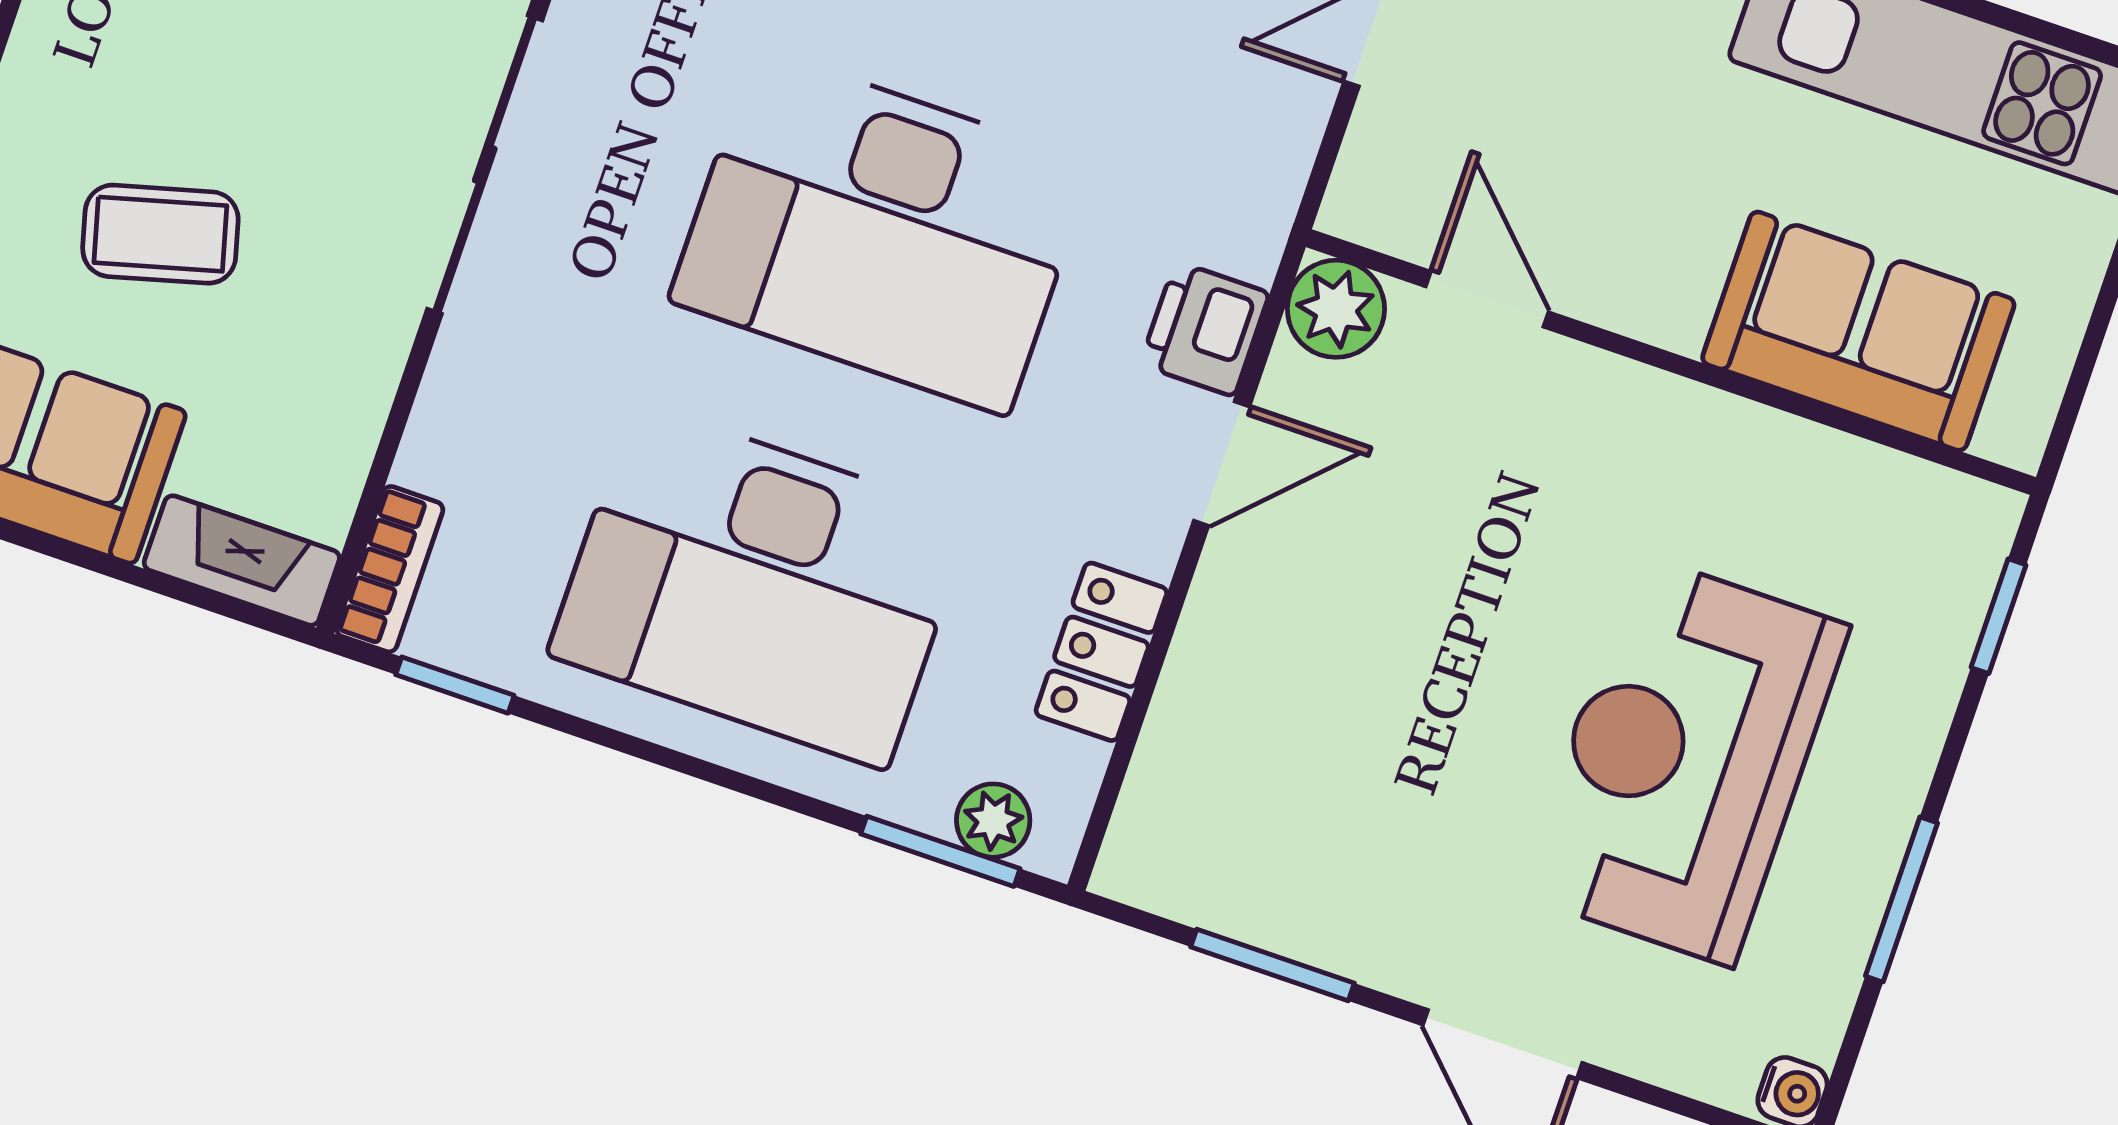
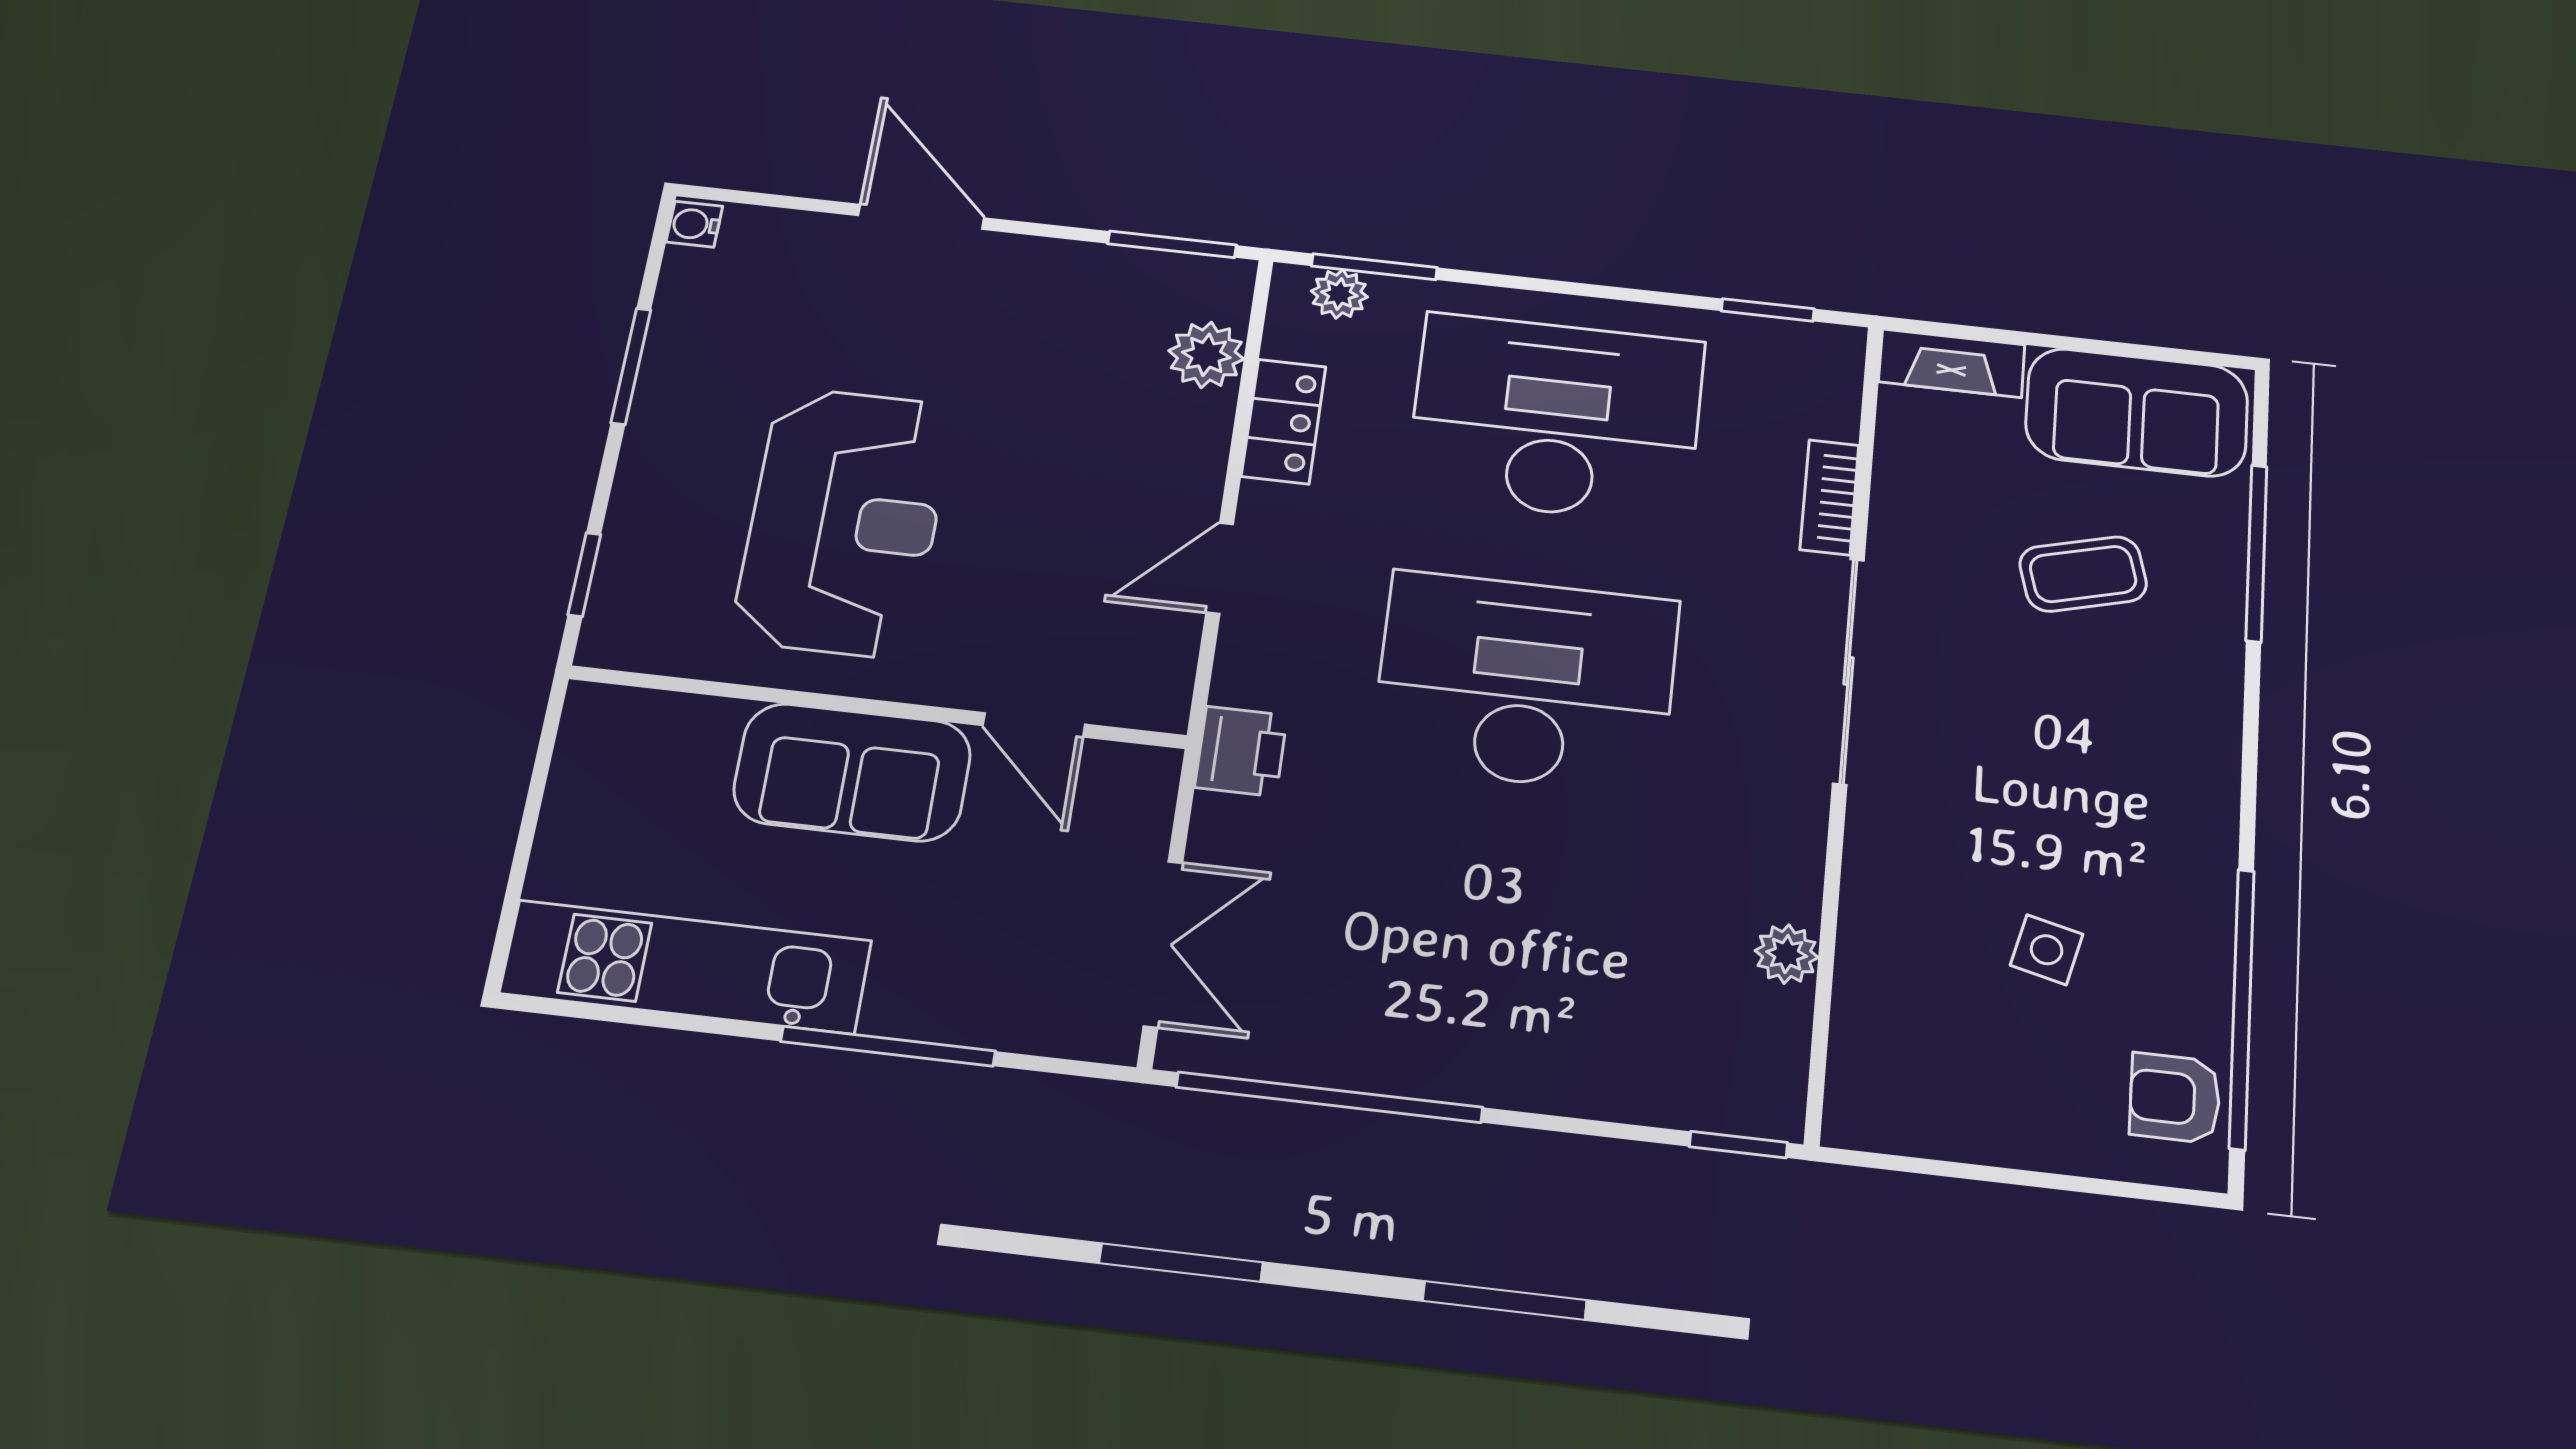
plant: (1336, 309) -> (1206, 355), moved
printer: (1205, 329) -> (1241, 751), moved
sofa: (1858, 331) -> (852, 772), moved
bookcase: (390, 569) -> (1829, 497), moved
reception desk: (1684, 760) -> (844, 522), moved
window: (1273, 965) -> (1172, 244), moved

